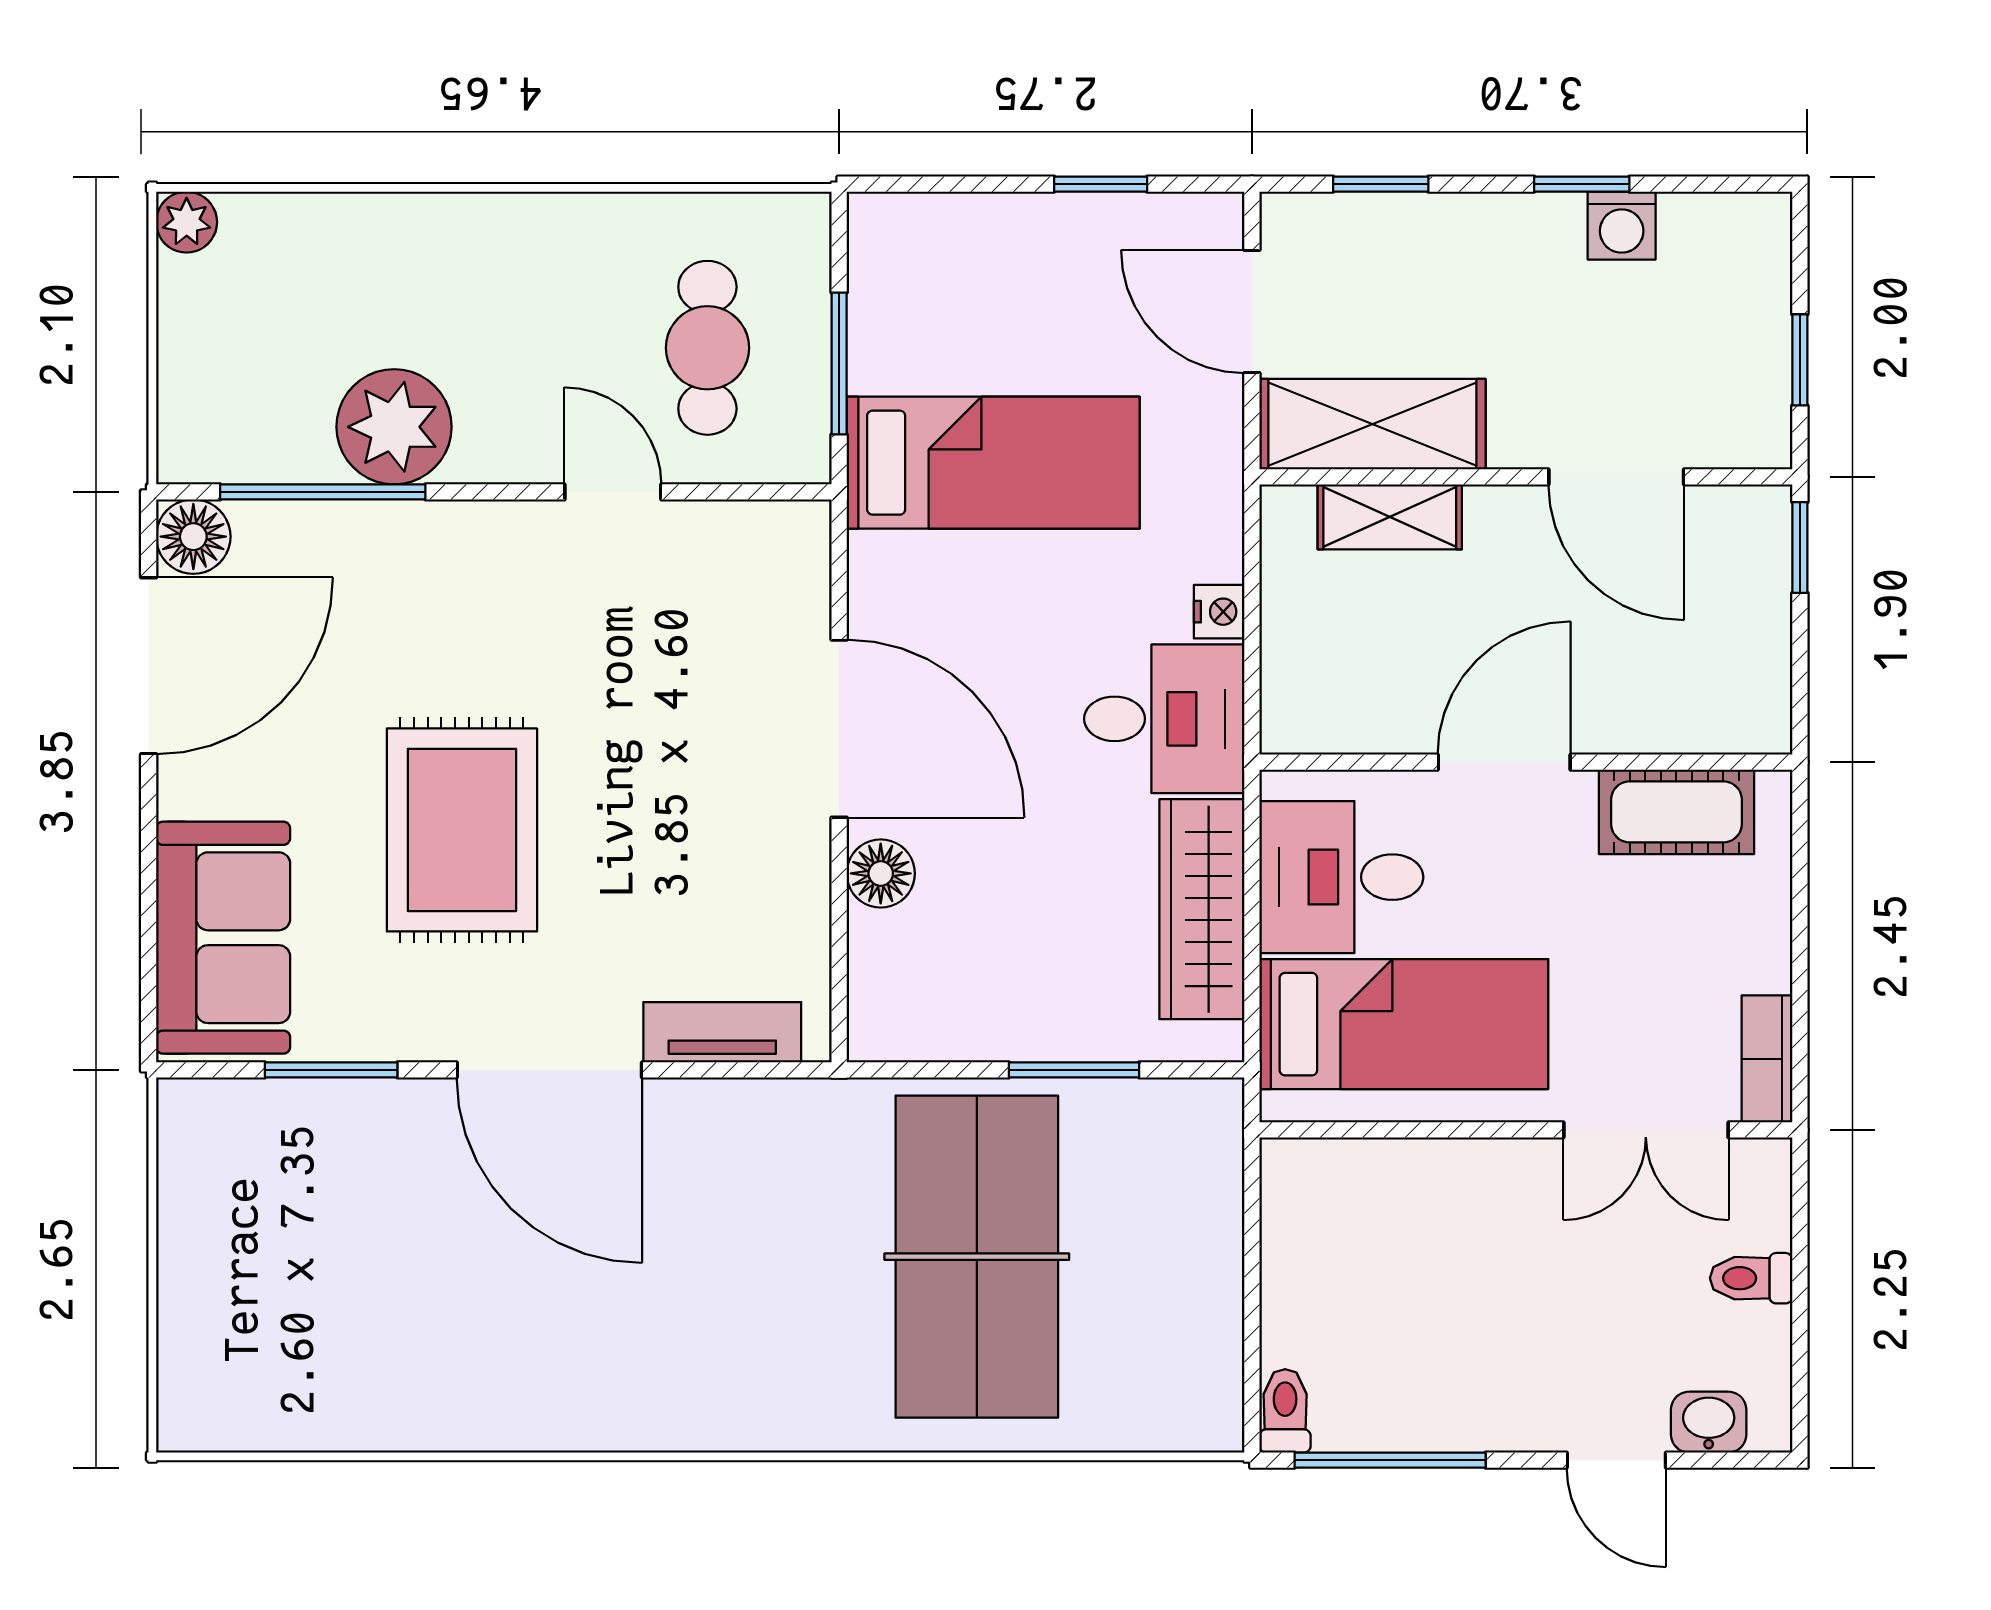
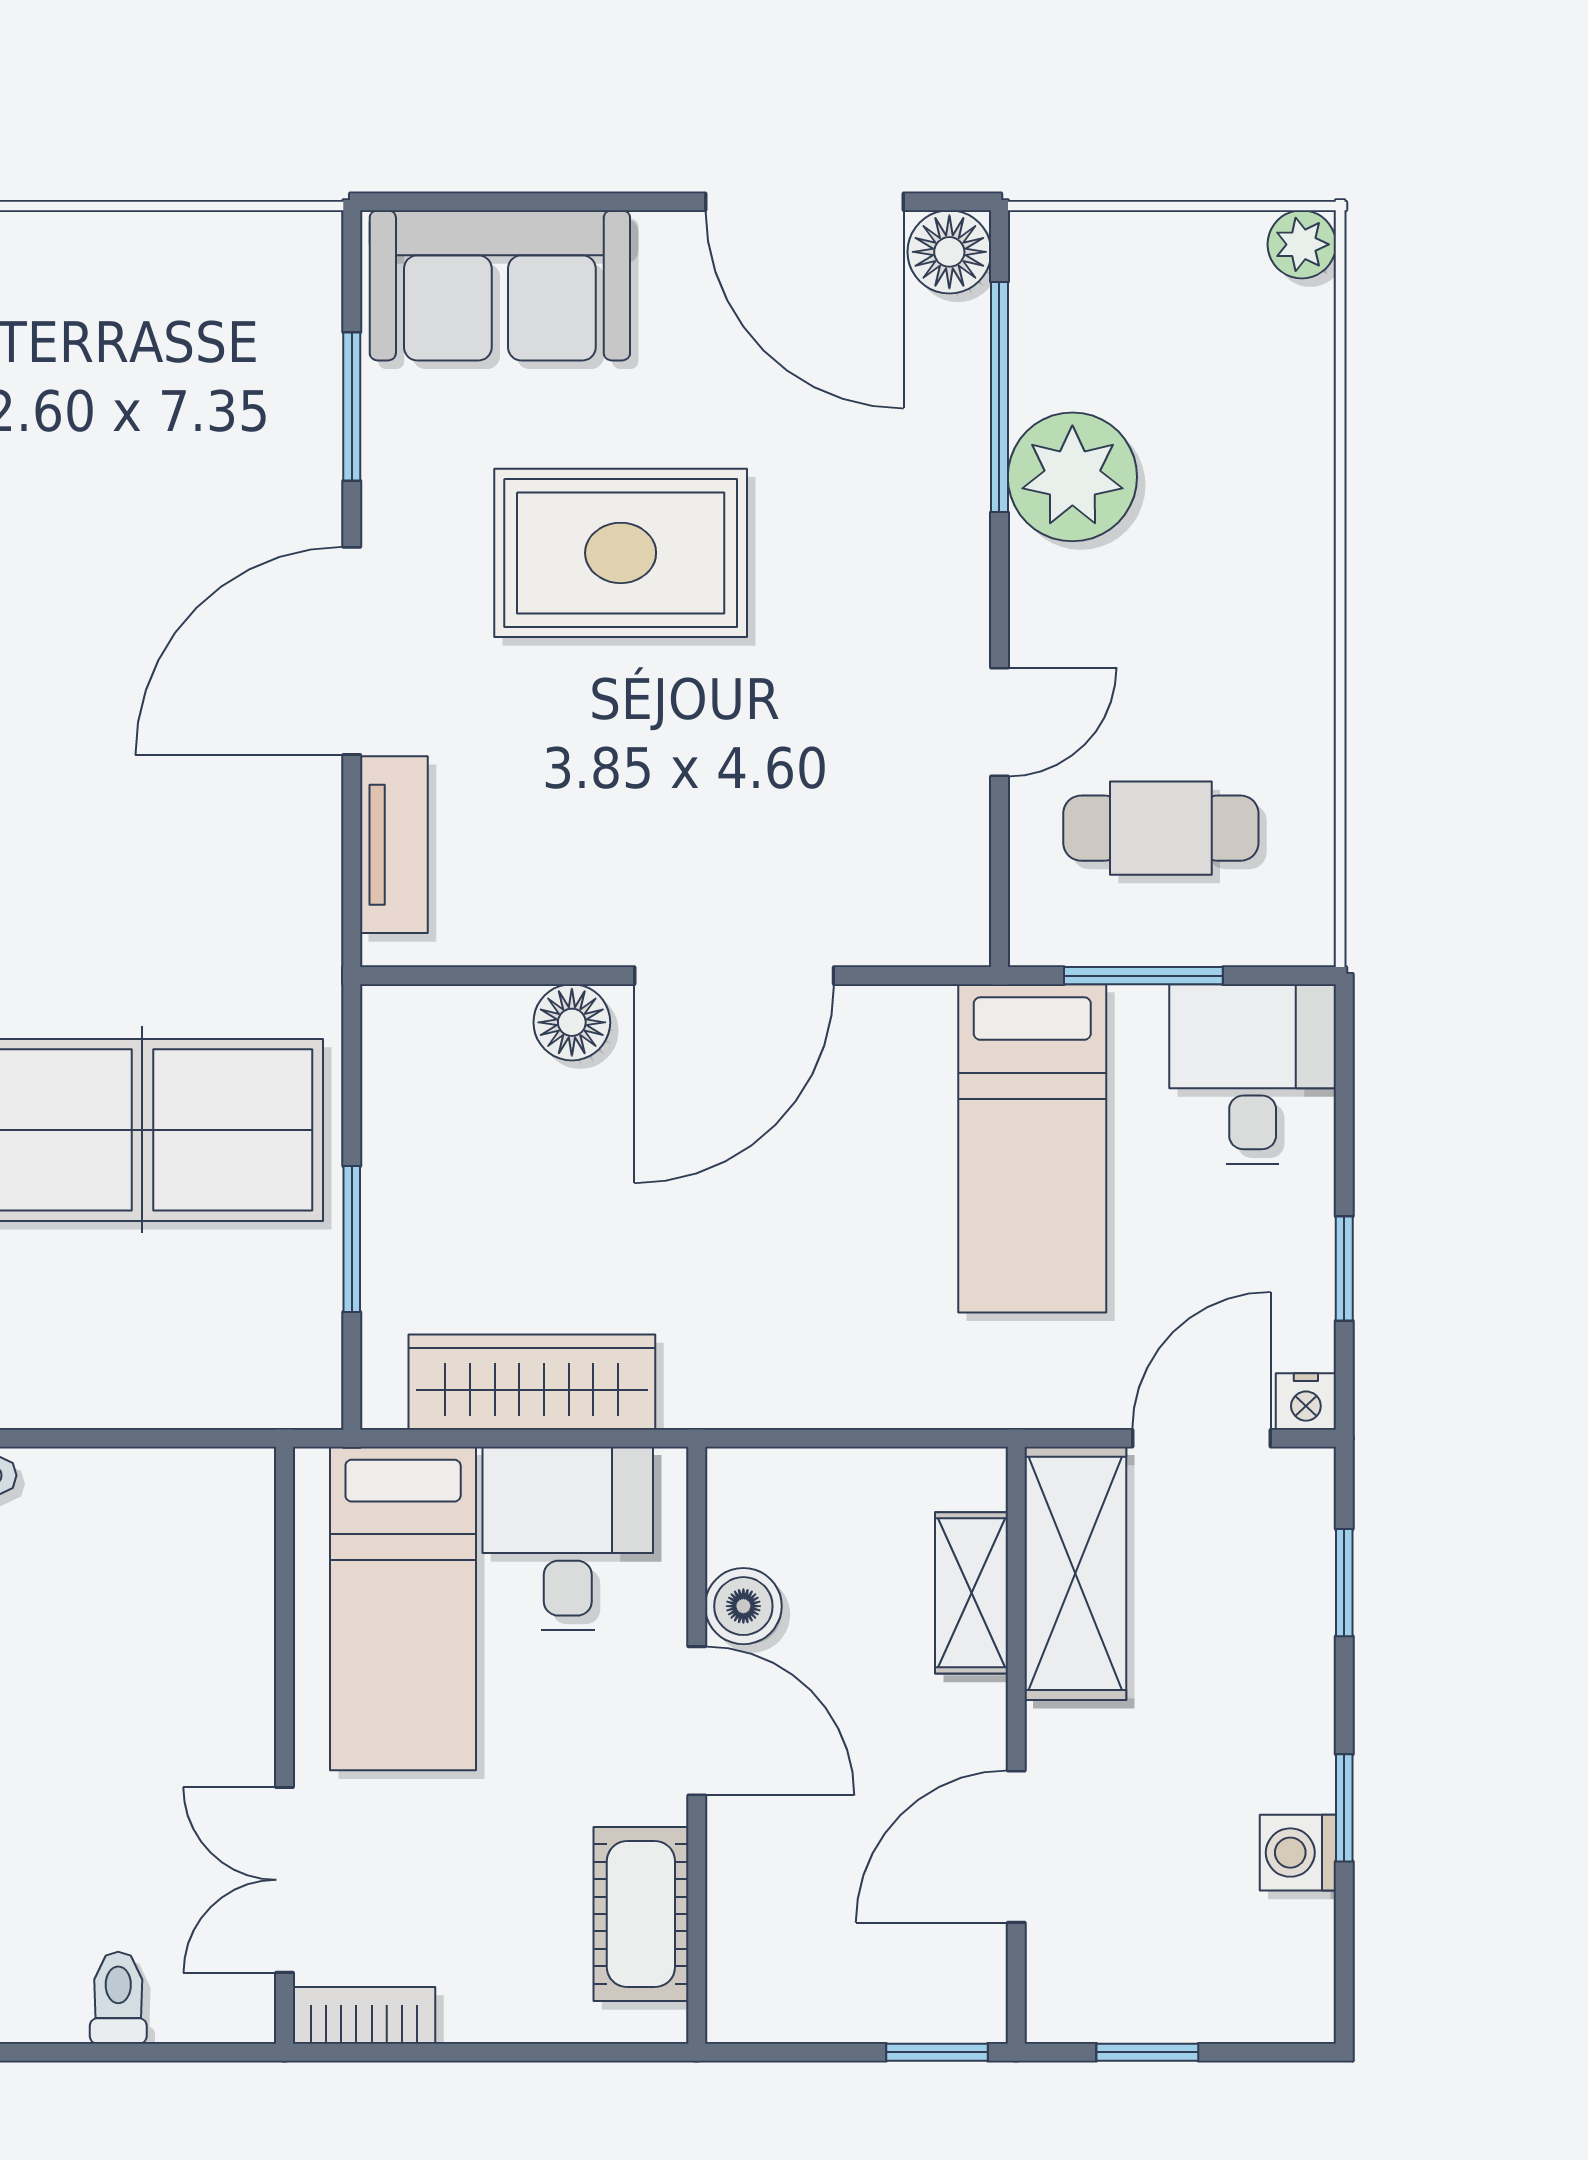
nightstand: (1219, 612) -> (1306, 1402), moved
desk: (1164, 719) -> (1253, 1074), moved, turned 180
boiler: (1402, 720) -> (743, 1606), added

